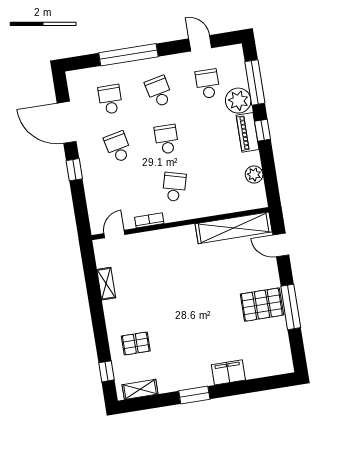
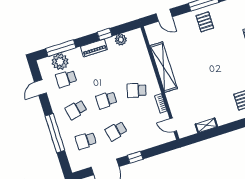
plant: (238, 101) -> (60, 62), moved
window: (262, 130) -> (105, 34), moved
shelving: (234, 228) -> (164, 67), moved
door: (281, 245) -> (164, 15), hinge flipped
pallet: (262, 305) -> (205, 22), width x0.67, depth x0.71

